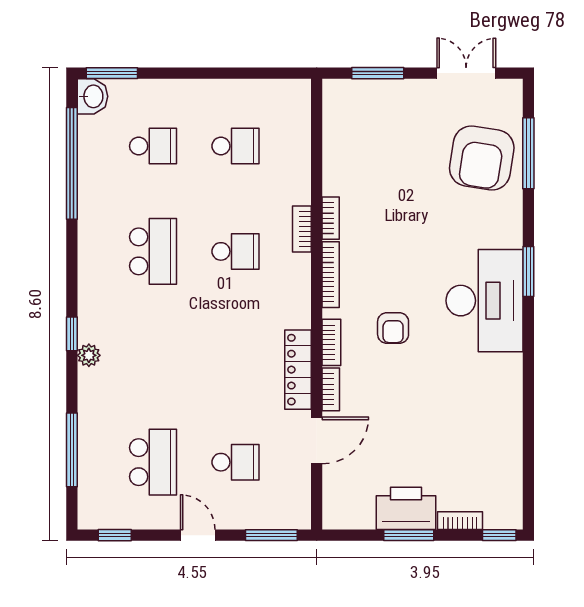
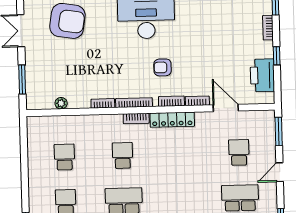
plant: (333, 143) -> (61, 103), added
bookcase: (302, 229) -> (136, 118), moved
armchair: (393, 328) -> (163, 67), turned 180
locker: (298, 370) -> (172, 120), moved
printer: (406, 508) -> (262, 75), moved
window: (409, 535) -> (277, 56), width x0.67

